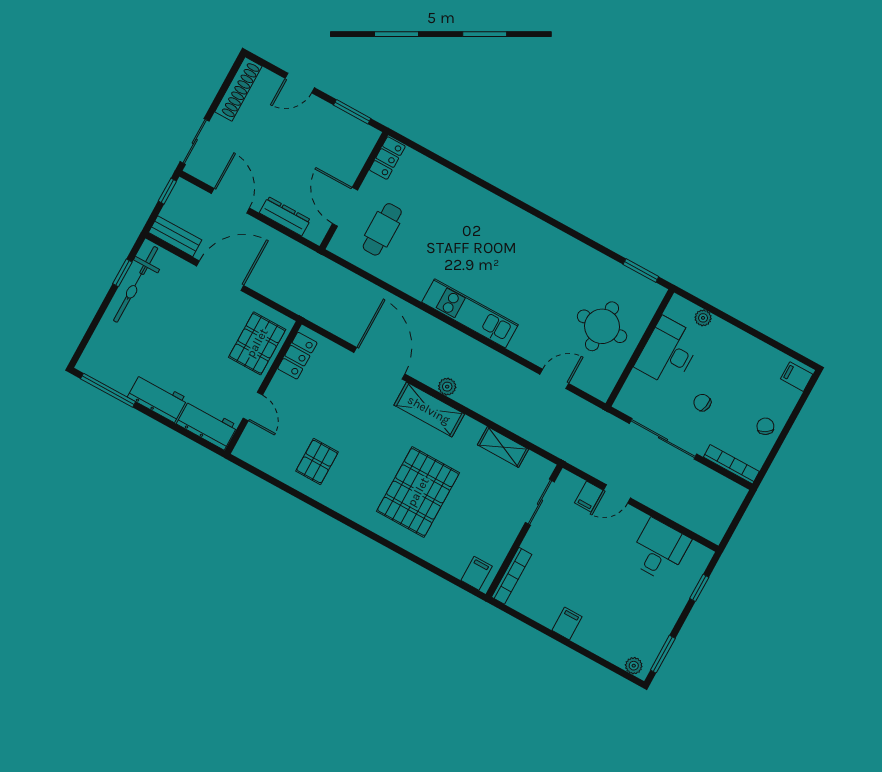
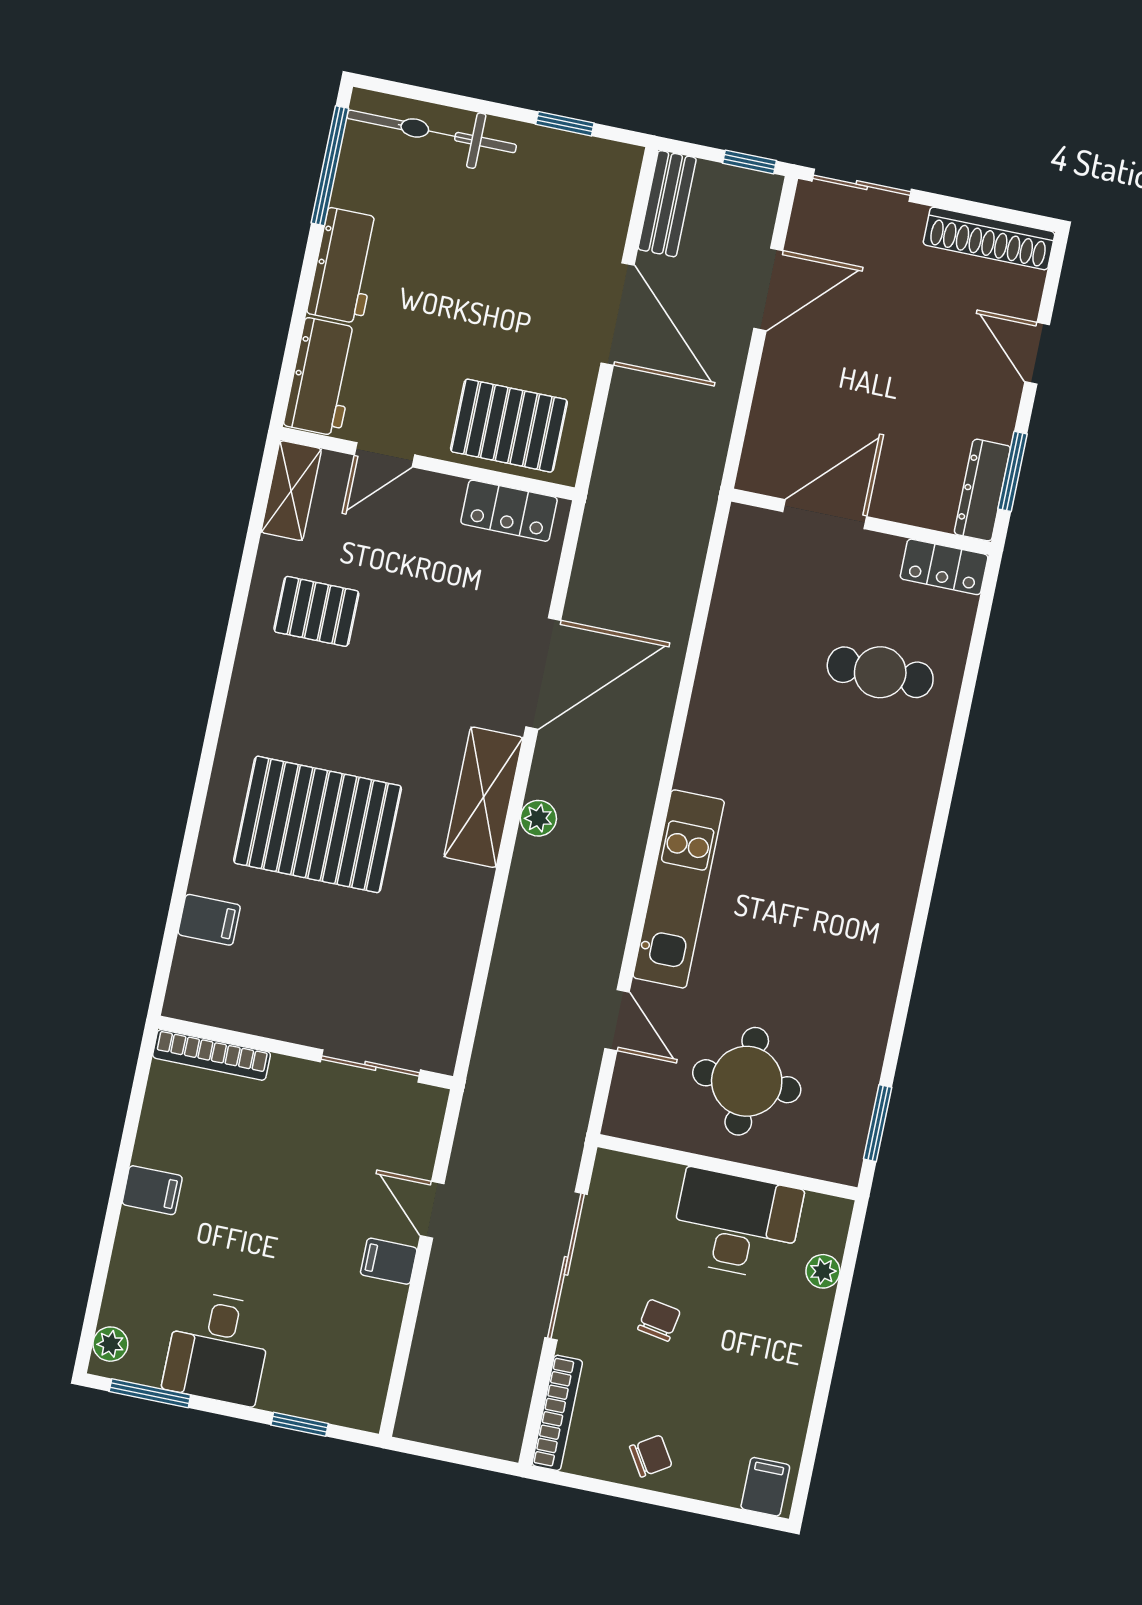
dresser: (285, 216) -> (982, 490), moved, turned 180
cafe table: (382, 229) -> (880, 672), moved
bicycle: (136, 284) -> (432, 131), moved
kitchen unit: (470, 313) -> (679, 889), moved
shelving: (503, 447) -> (291, 491), moved
filing cabinet: (589, 496) -> (389, 1261), moved
desk: (659, 550) -> (218, 1348), moved, turned 90
filing cabinet: (477, 573) -> (209, 920), moved

